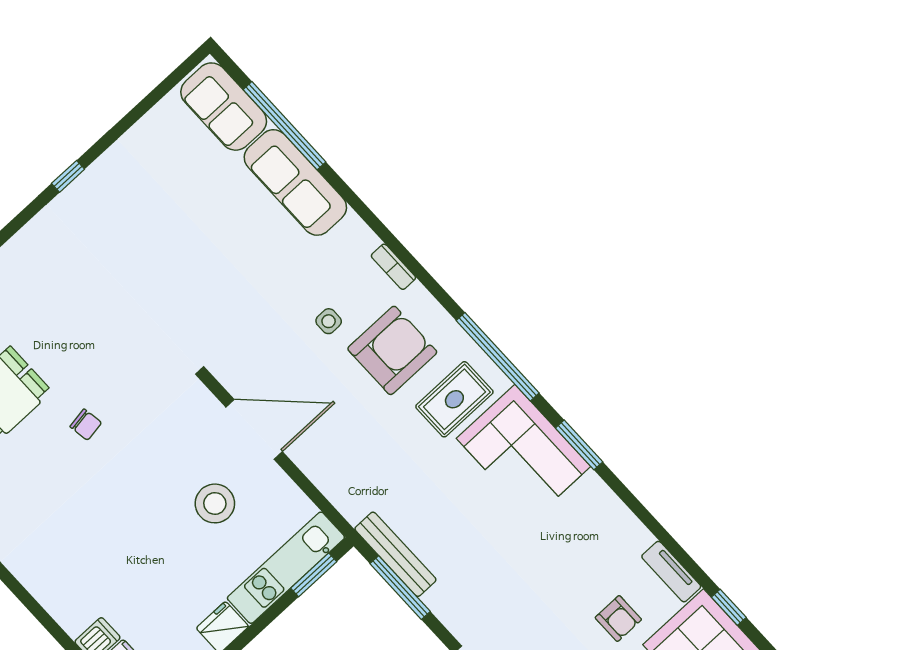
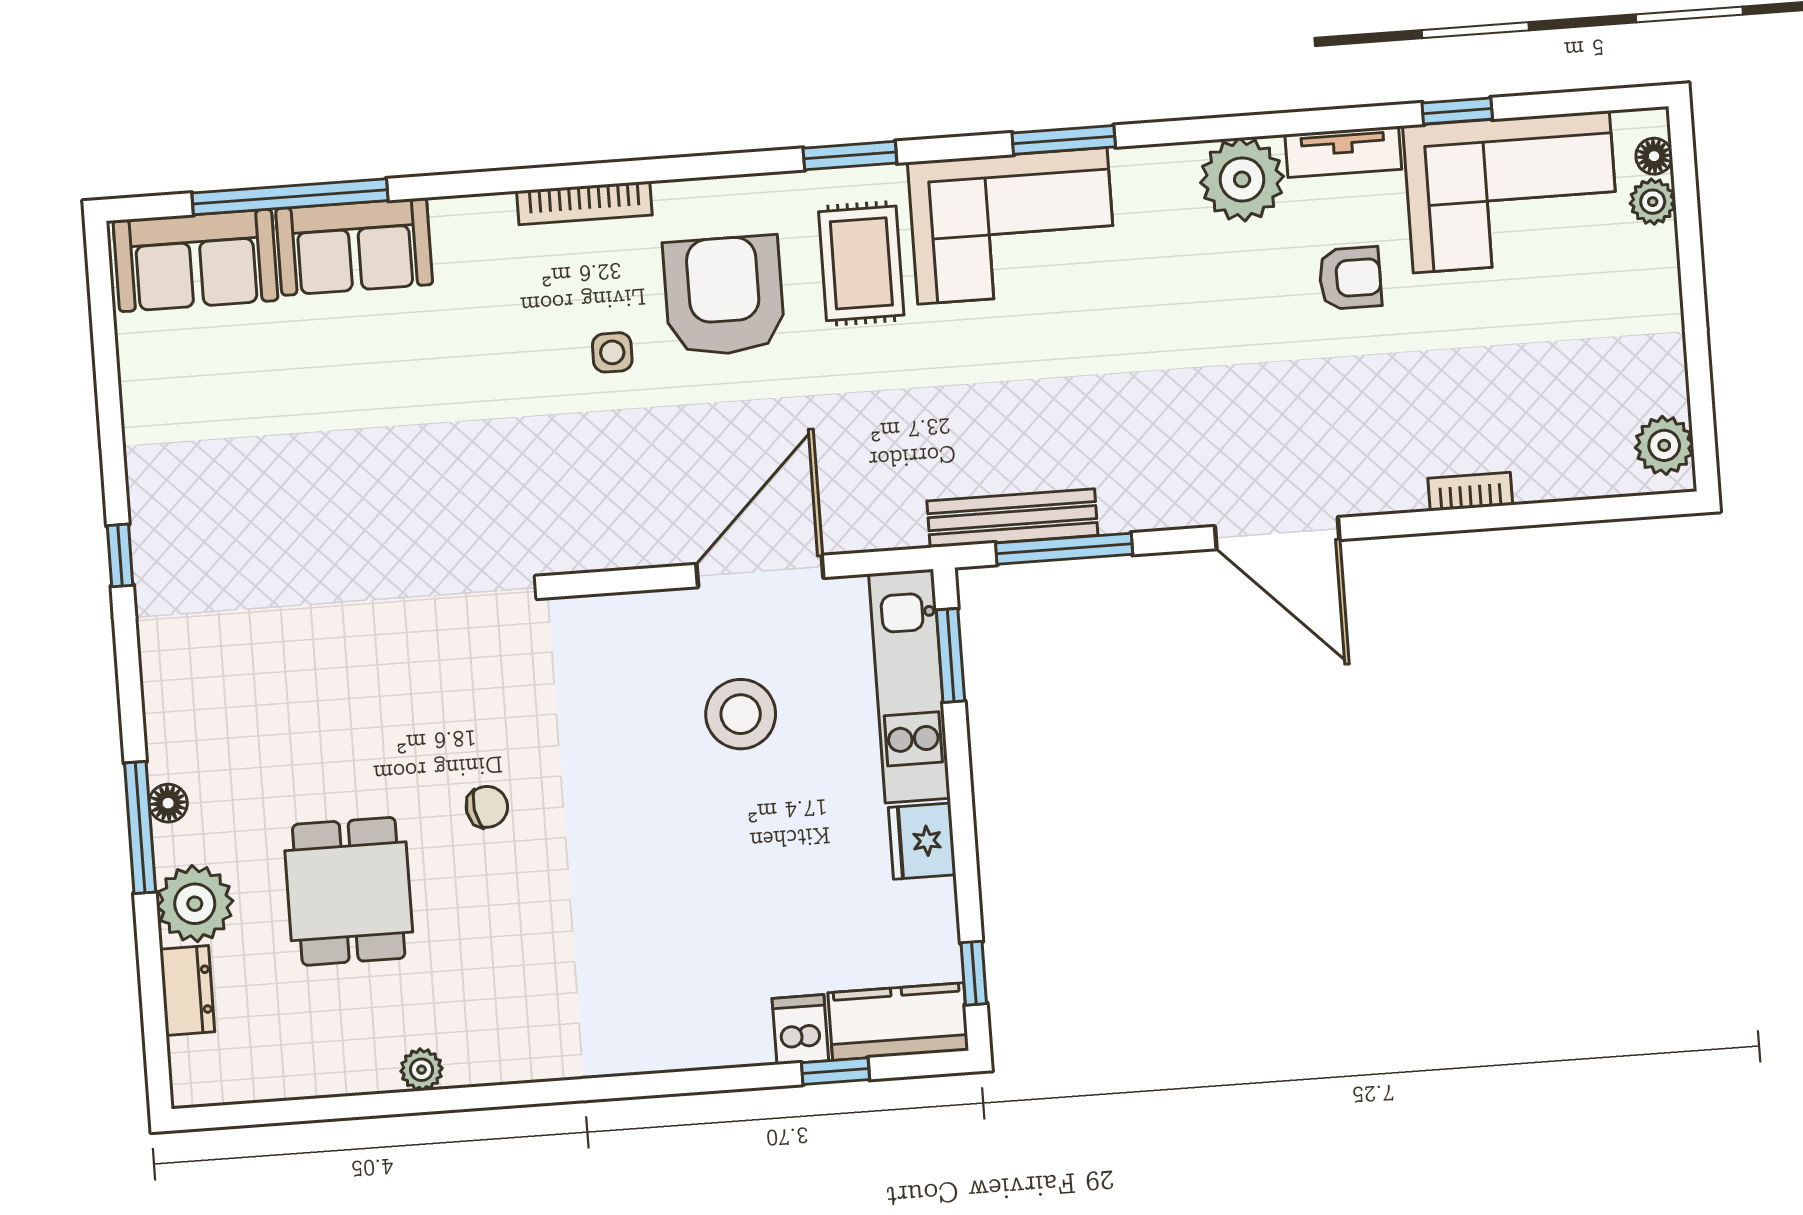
sofa: (295, 182) -> (354, 247), width x0.73
bookcase: (393, 267) -> (584, 203), width x1.56
window: (498, 357) -> (850, 156), width x0.47
door: (254, 429) -> (760, 571), moved
plant: (624, 537) -> (1242, 179), added

